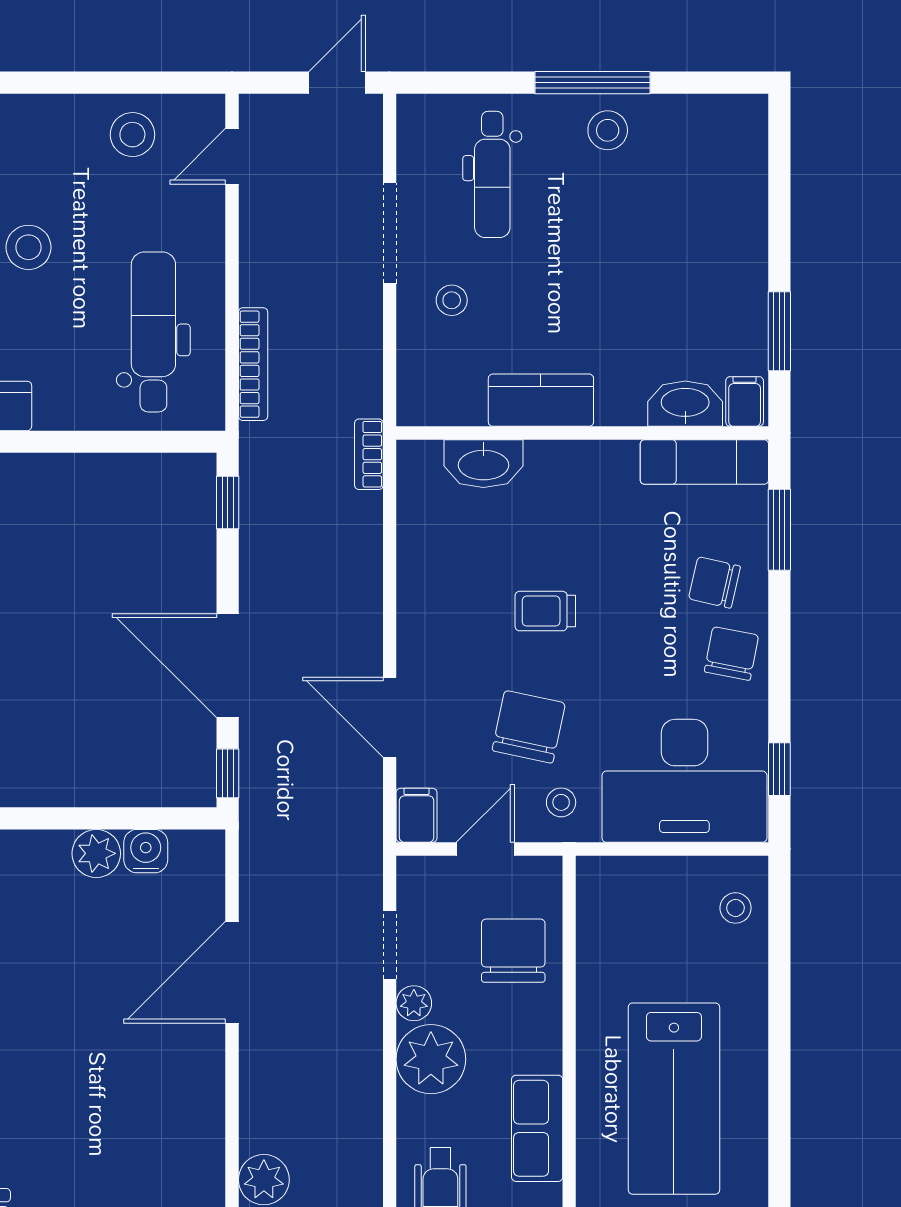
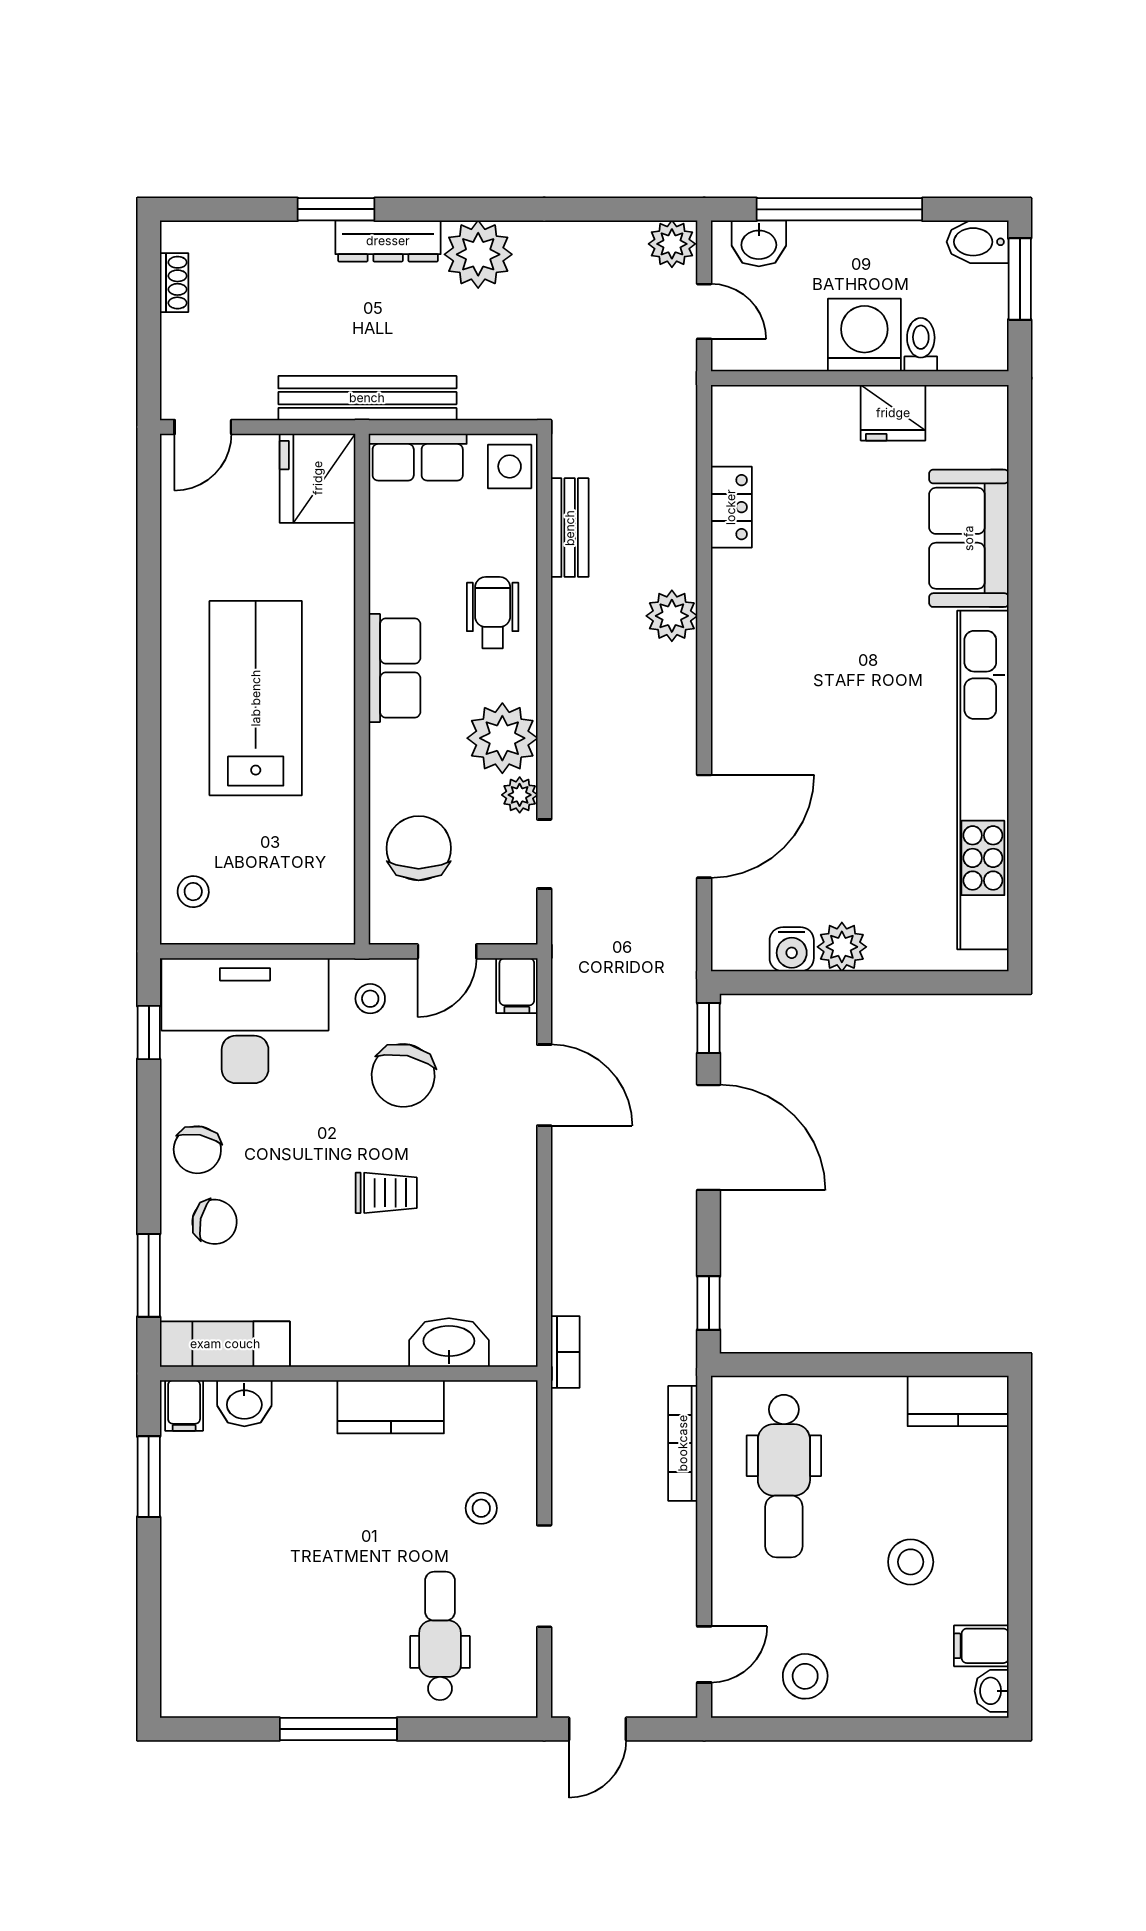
stool: (608, 130) -> (323, 1681), removed
washbasin: (685, 404) -> (244, 1403), width x0.72
chair: (513, 951) -> (419, 848), turned 180

